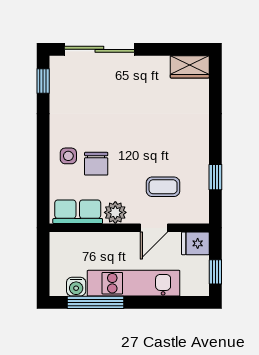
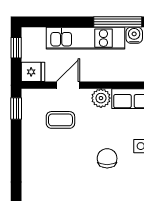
chair: (96, 164) -> (107, 158), moved
window: (215, 177) -> (16, 109), moved

